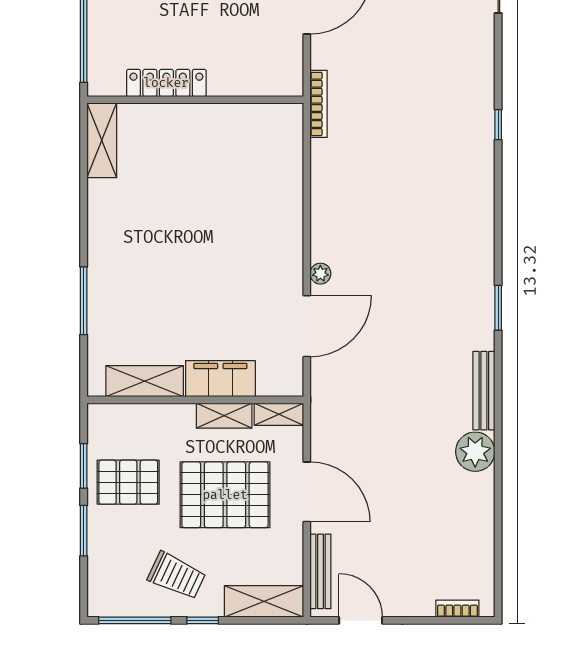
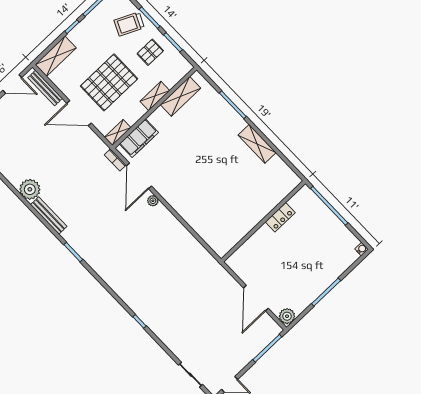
locker: (166, 83) -> (280, 217), width x0.66
bookcase: (319, 104) -> (115, 160), moved, width x0.64
shelving: (102, 140) -> (257, 144), moved
filing cabinet: (220, 379) -> (139, 138), moved
shelving: (224, 416) -> (155, 96), moved
pallet: (128, 482) -> (150, 52), width x0.67, depth x0.71
trolley: (177, 576) -> (129, 24), moved

